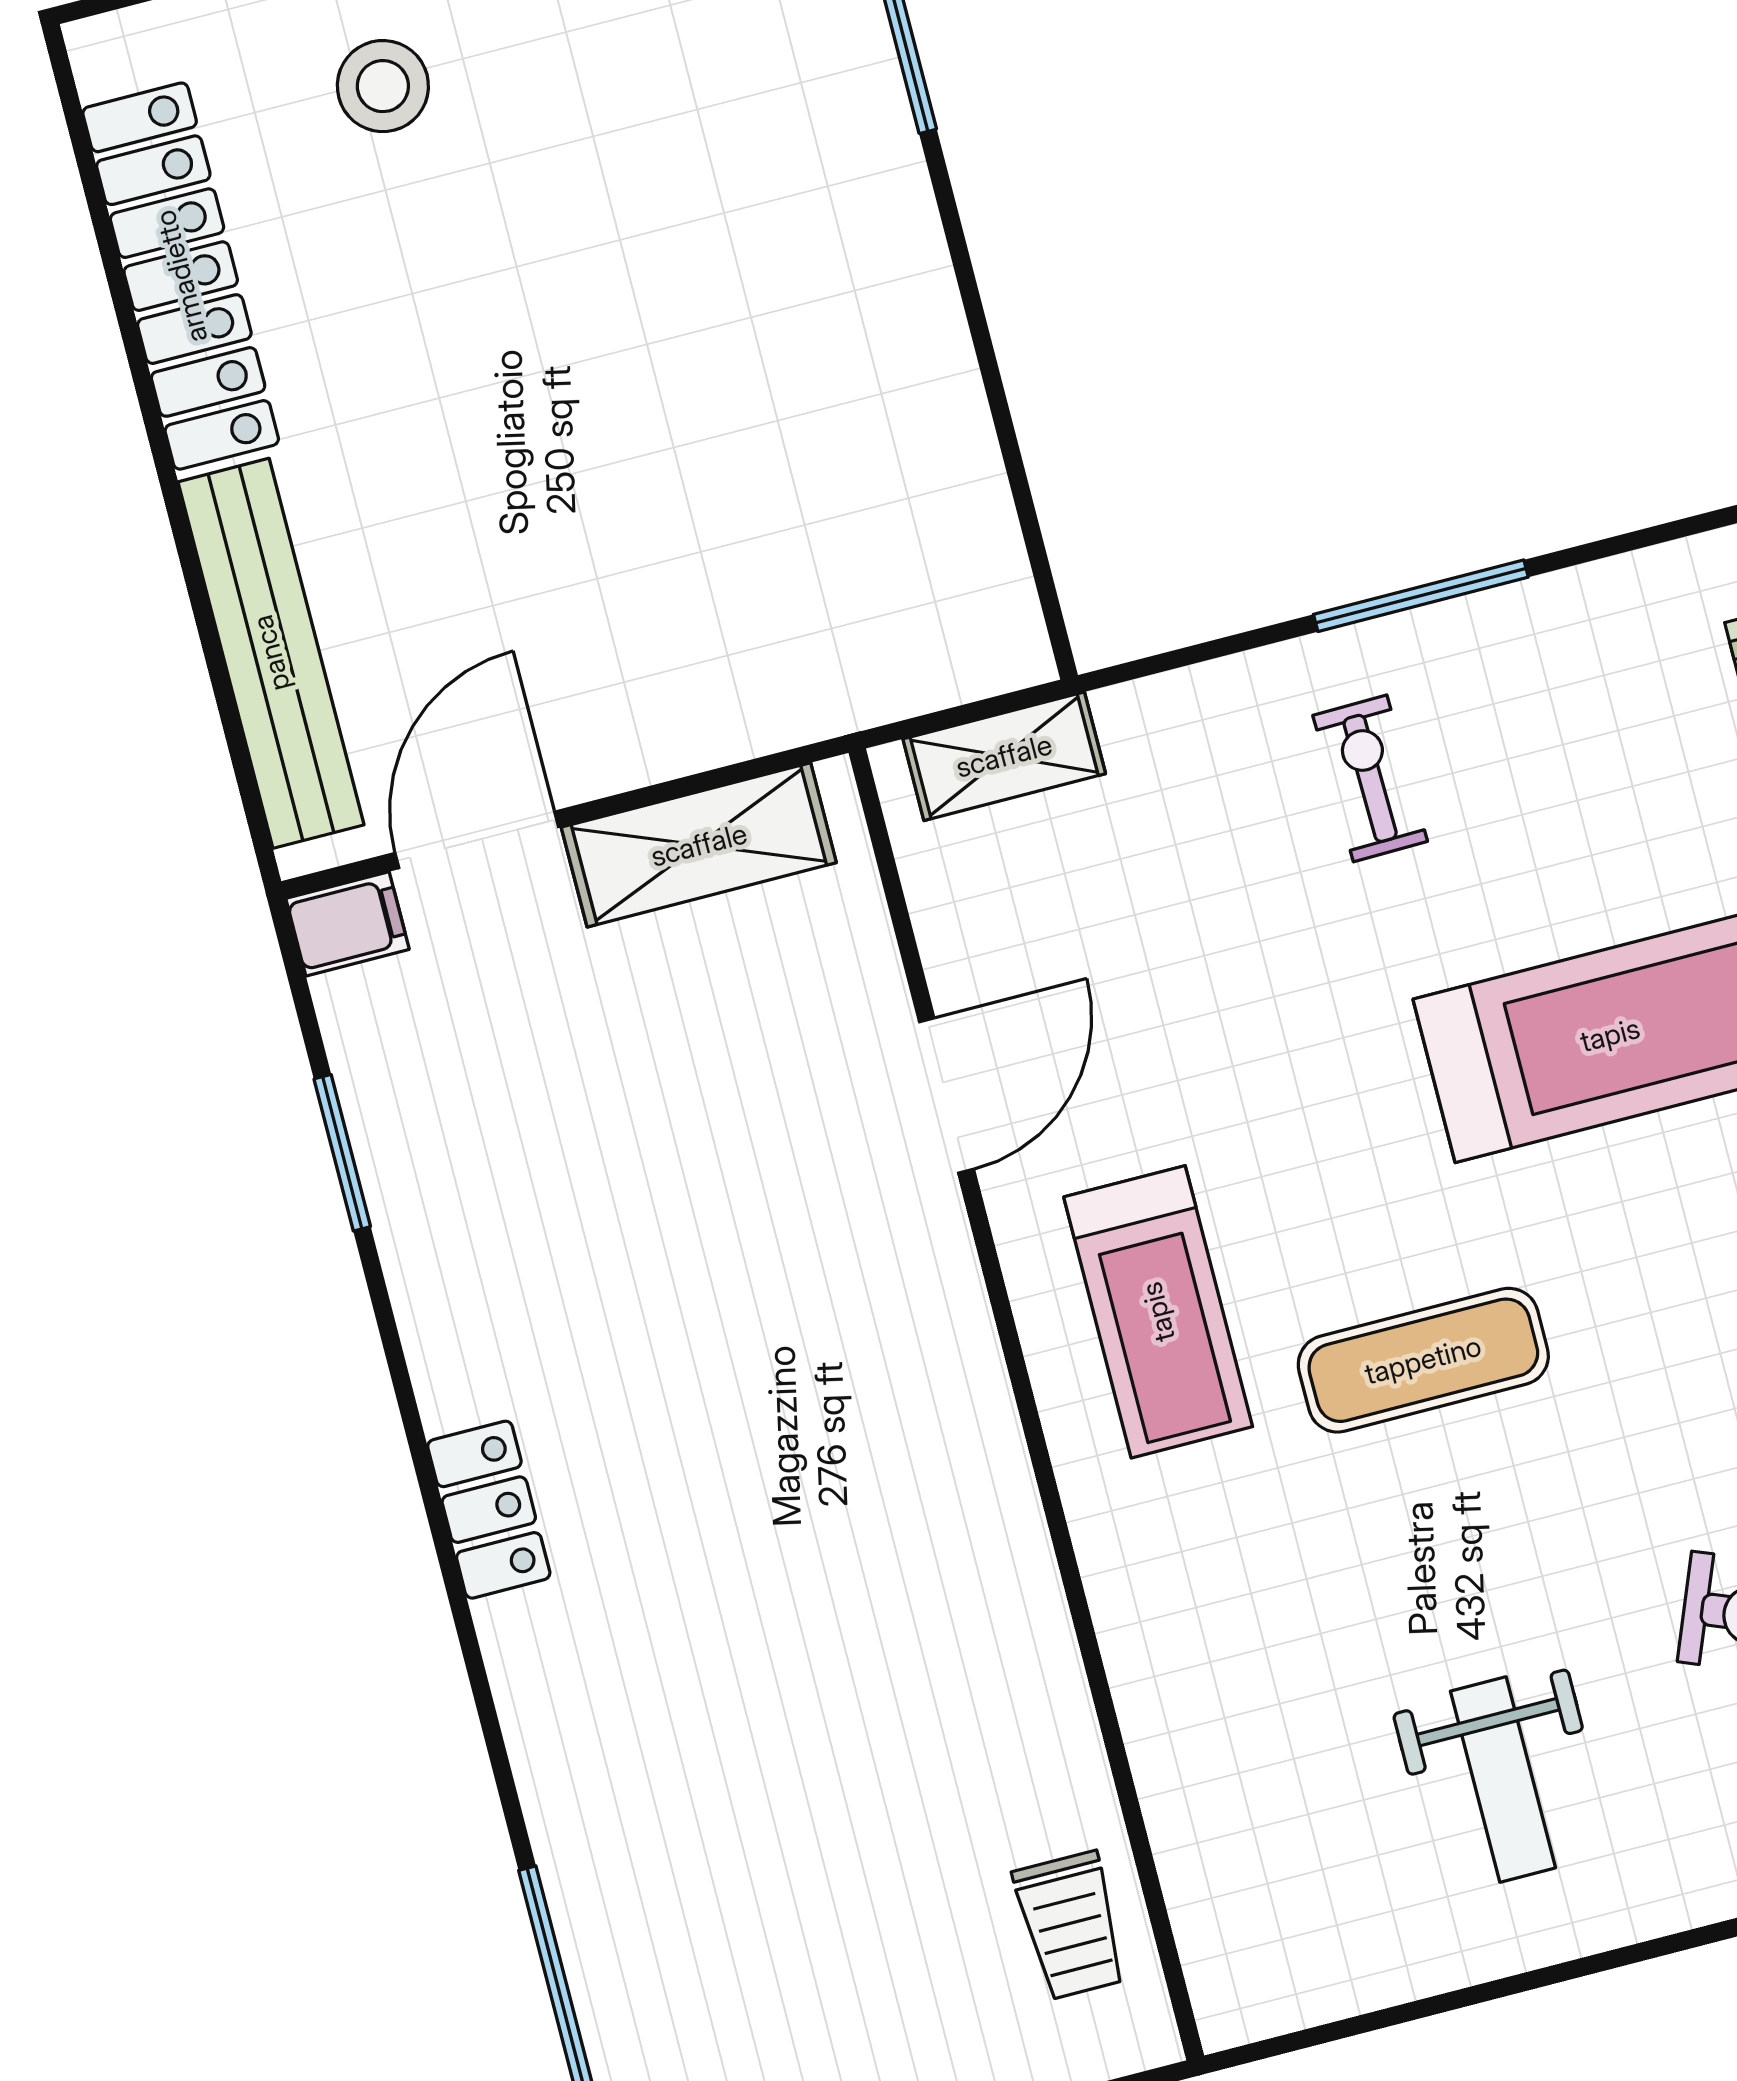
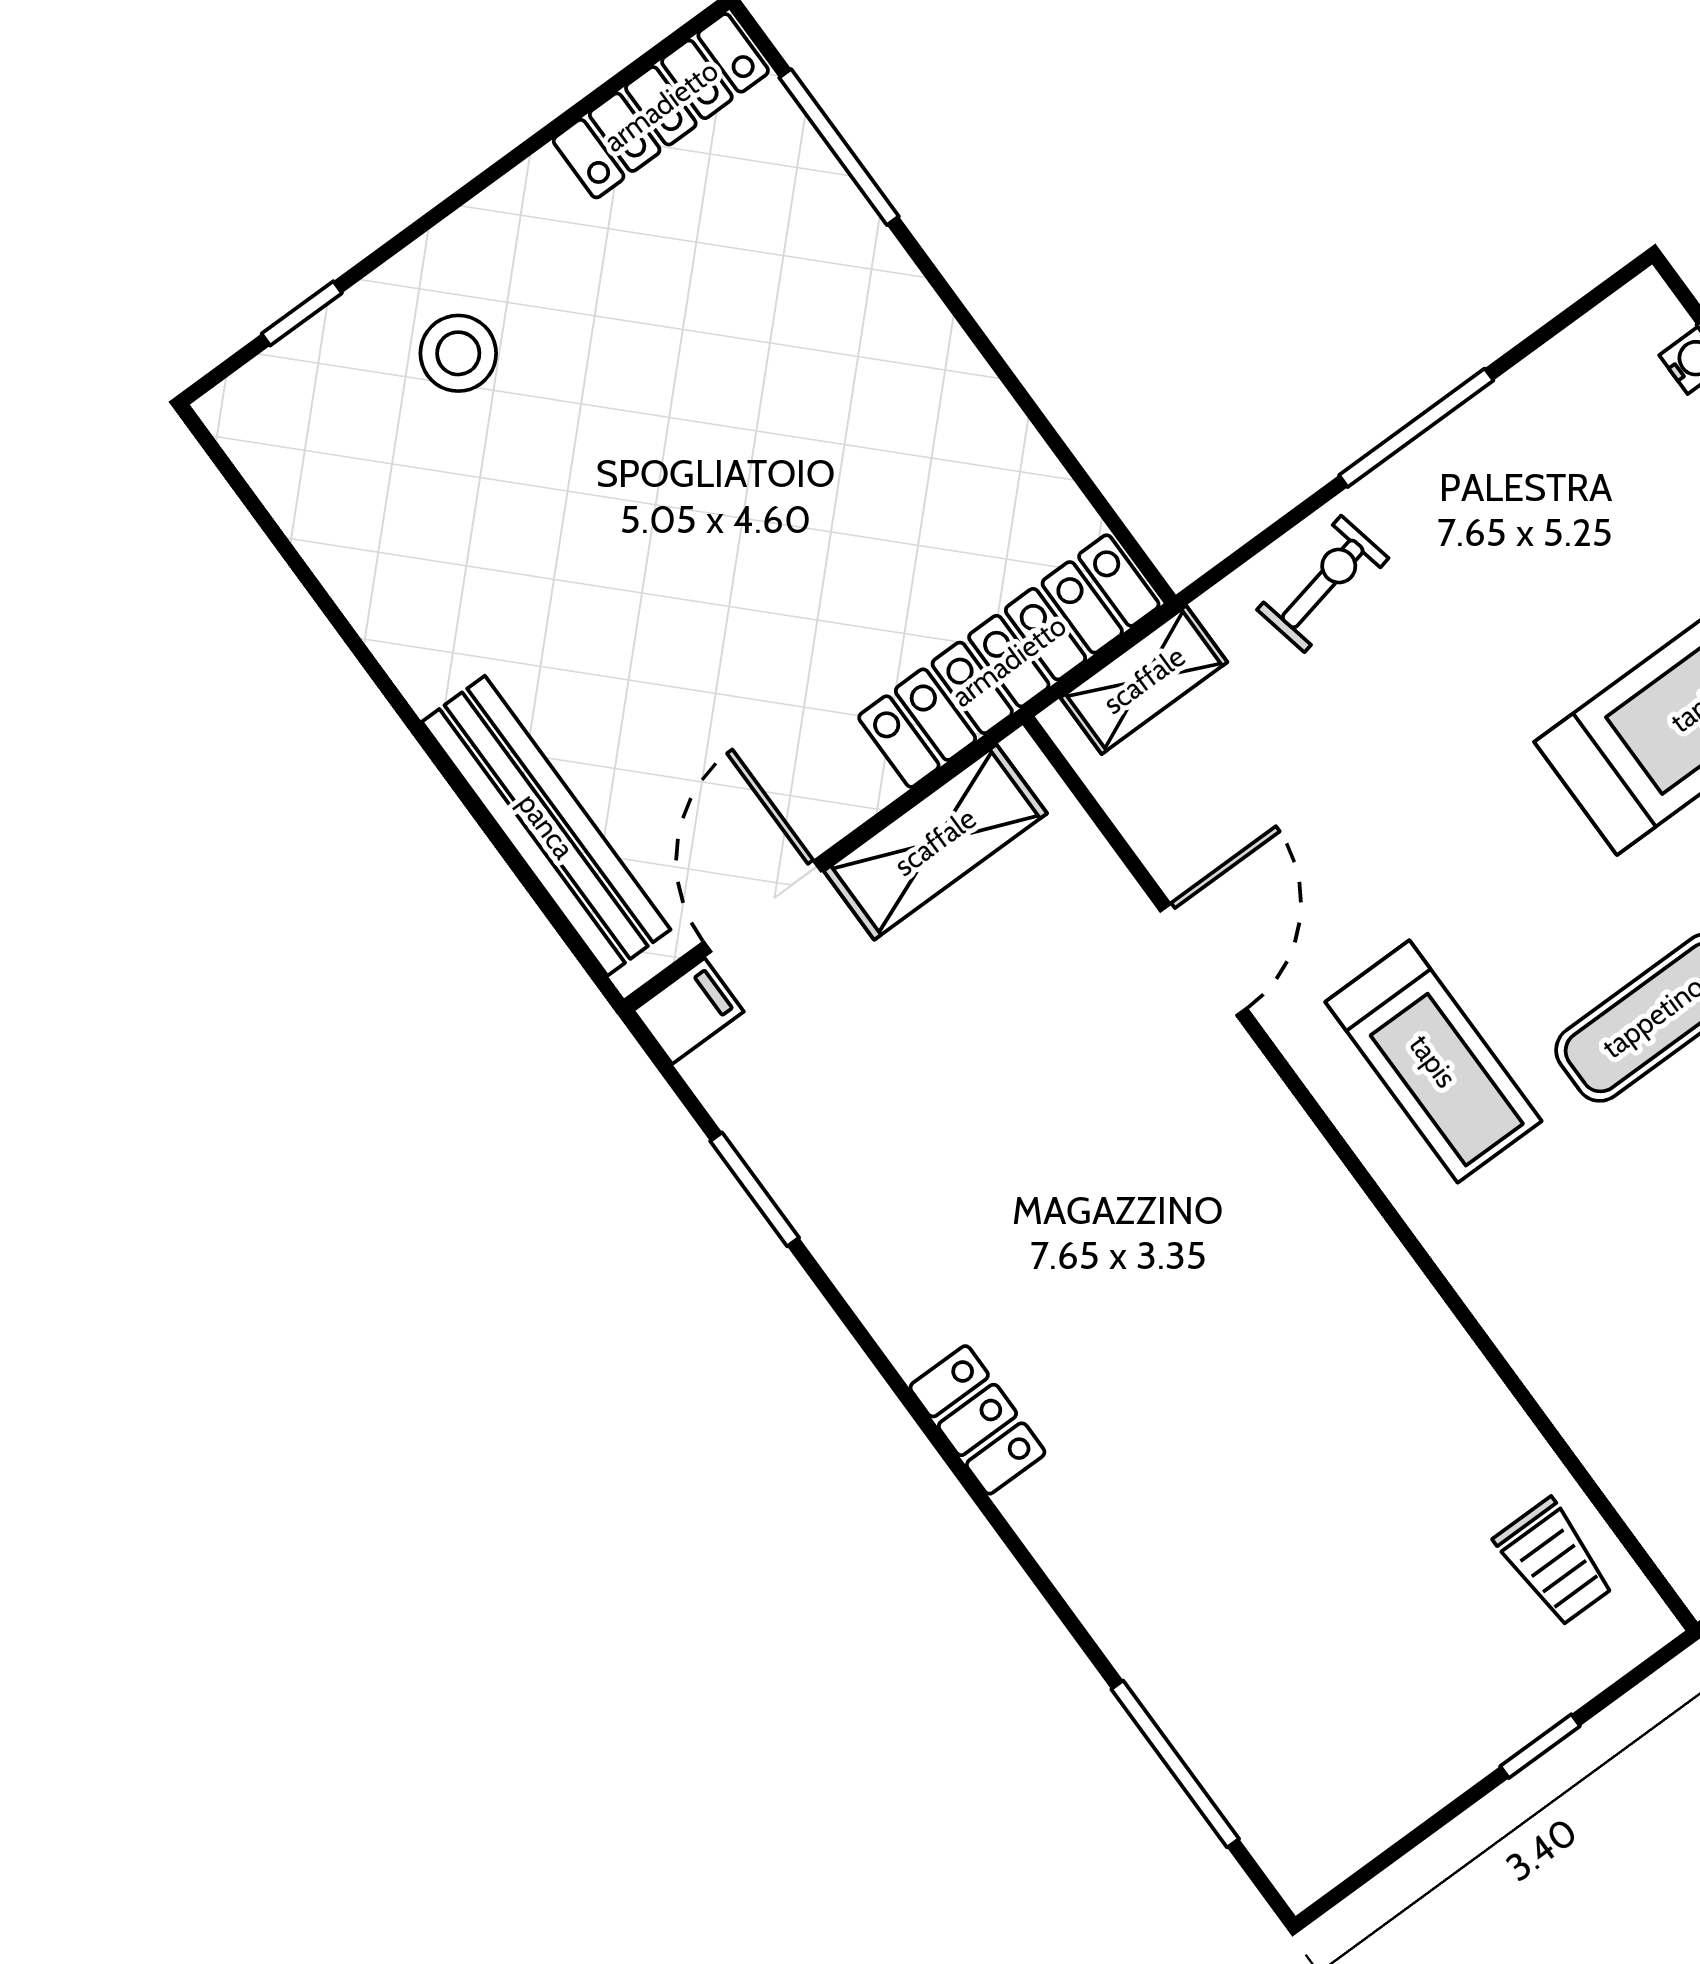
locker: (181, 276) -> (1009, 661), moved, turned -90
exercise bike: (1370, 778) -> (1323, 584), moved, turned 79

